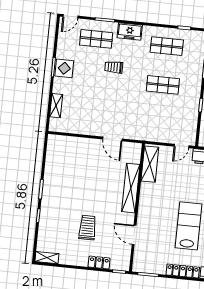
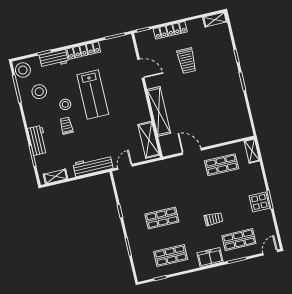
shelving: (56, 106) -> (252, 151), moved
shop shelf: (88, 116) -> (221, 165), added
locker: (99, 263) -> (170, 30), width x1.53

